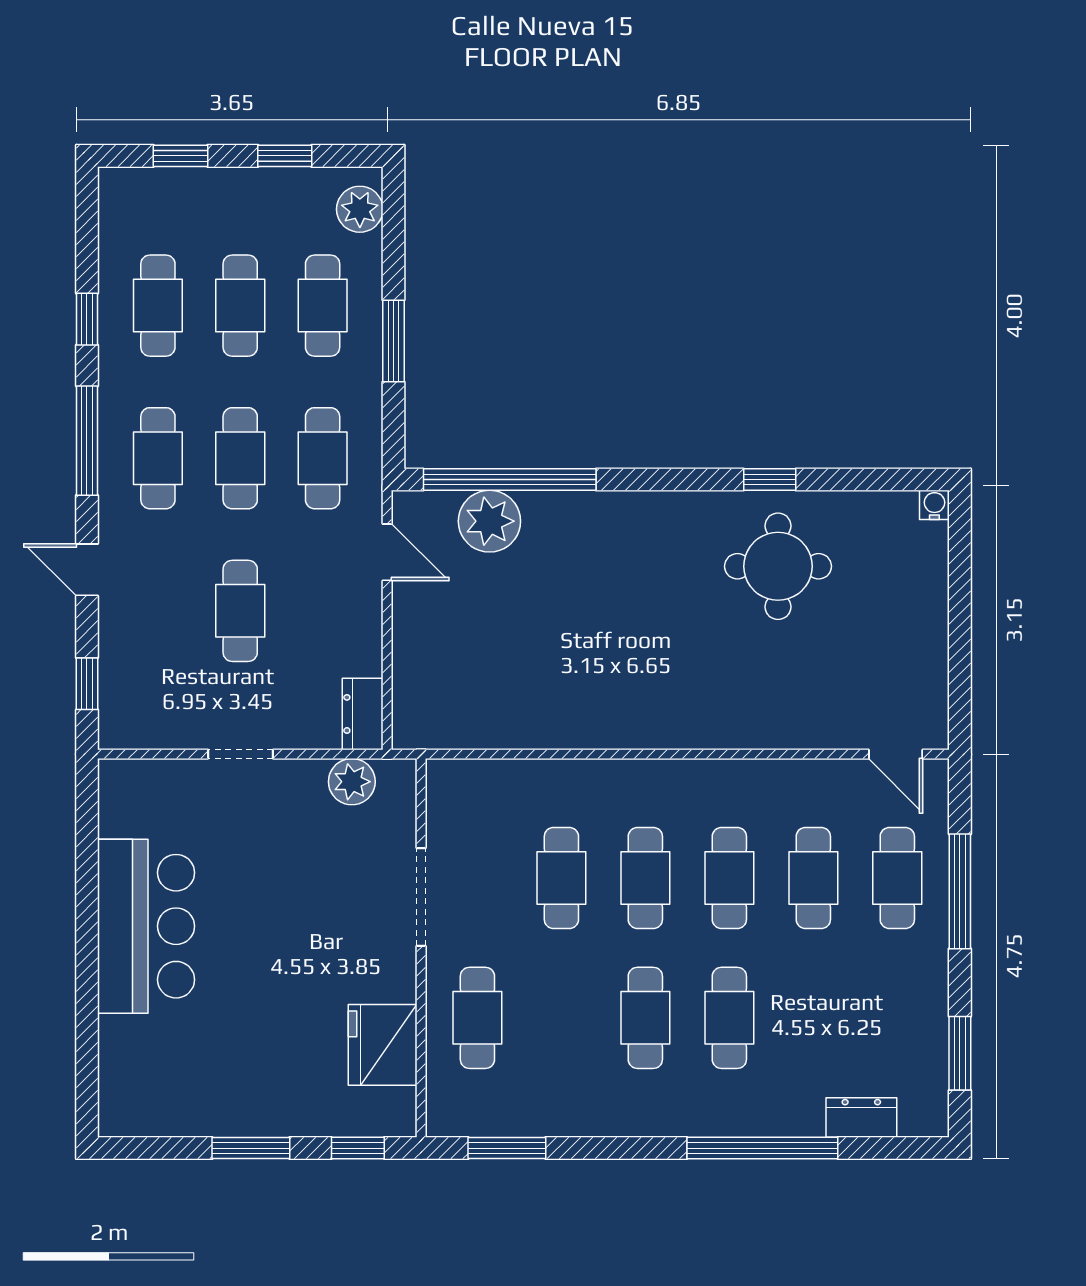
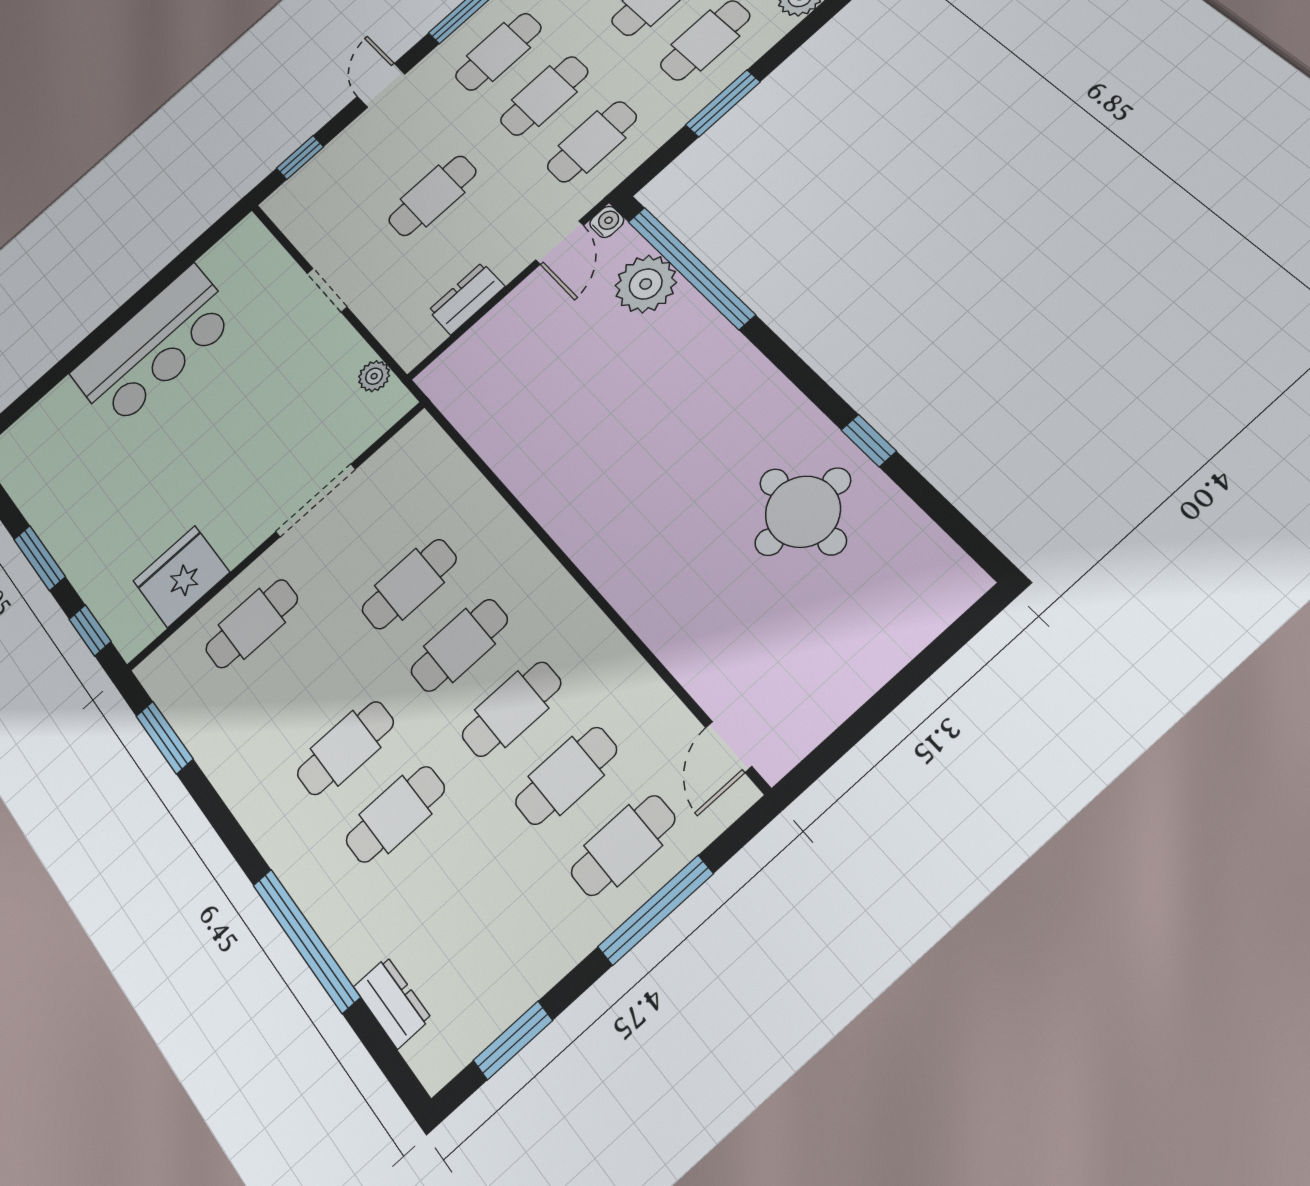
water cooler: (934, 505) -> (607, 222), moved
dresser: (363, 714) -> (466, 298), moved
plant: (352, 782) -> (374, 376), width x0.73, depth x0.73

